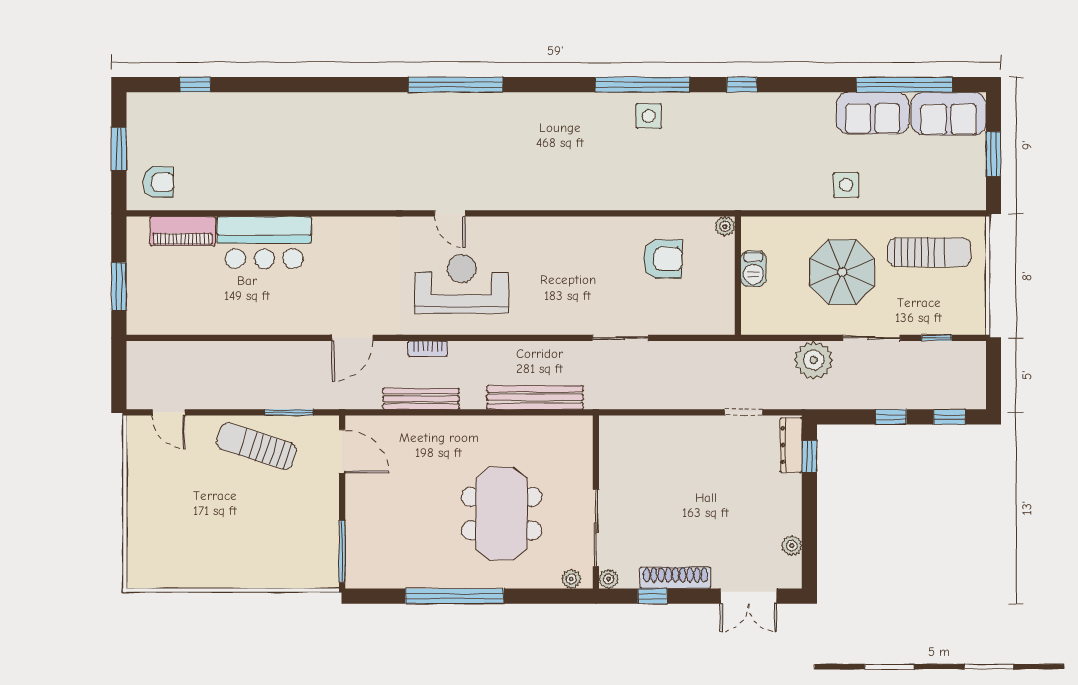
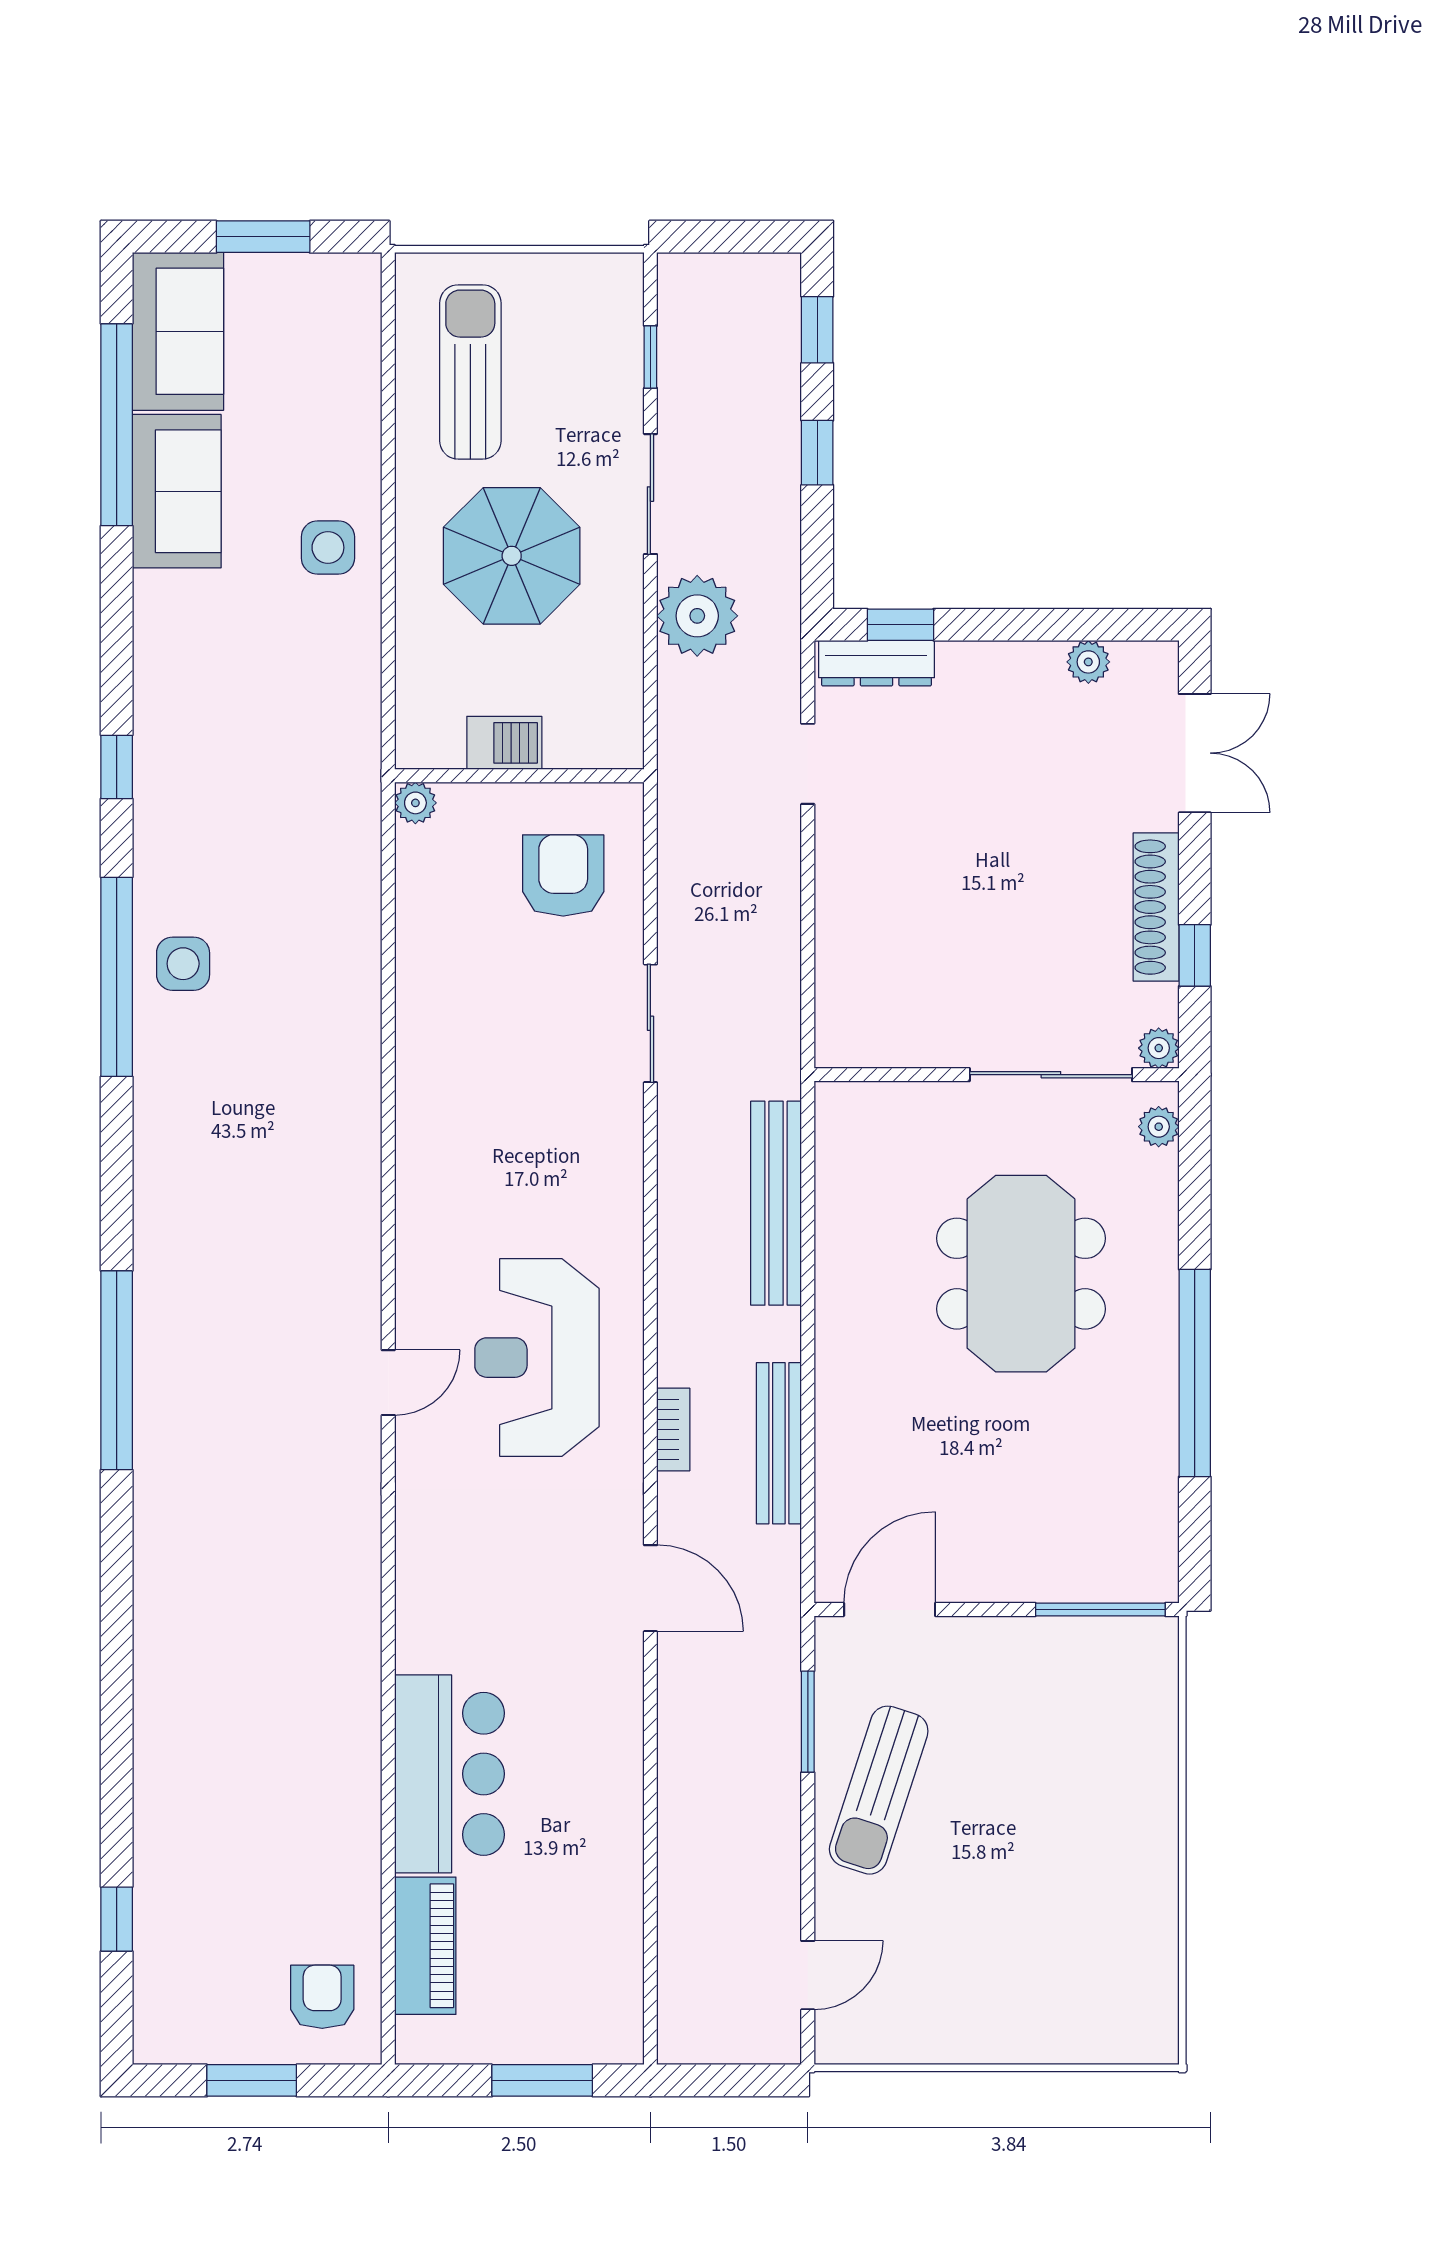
armchair: (663, 259) -> (563, 875), moved
meeting table: (502, 514) -> (1021, 1274), turned 90

